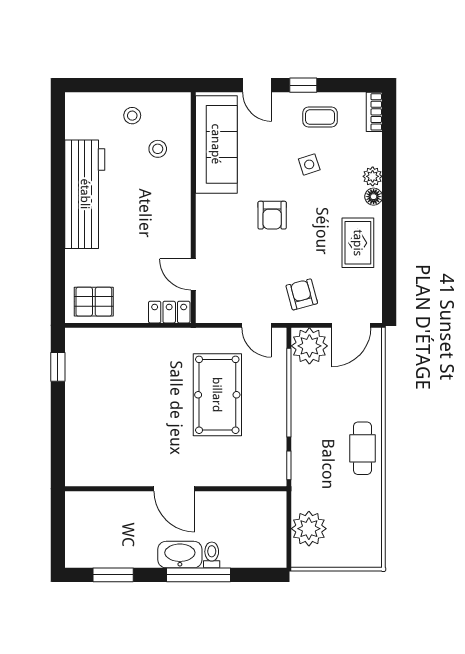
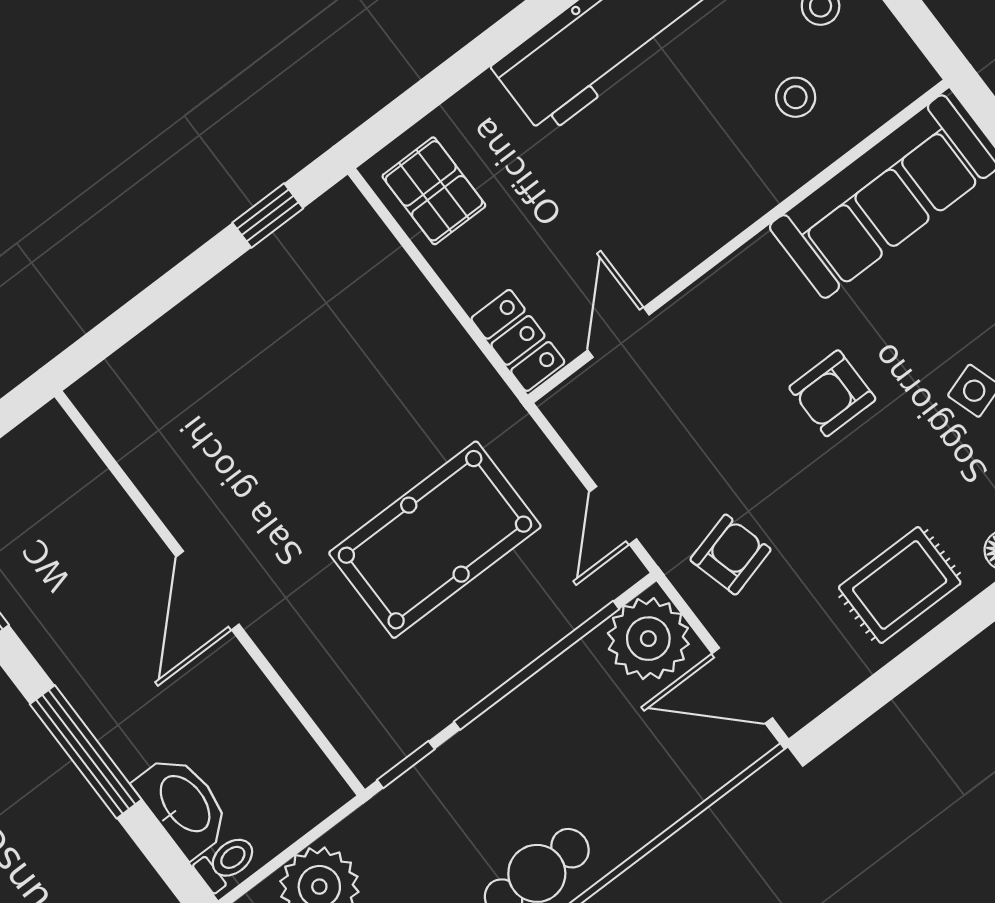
washbasin: (180, 555) -> (184, 805), moved
toilet: (212, 555) -> (226, 862), moved

